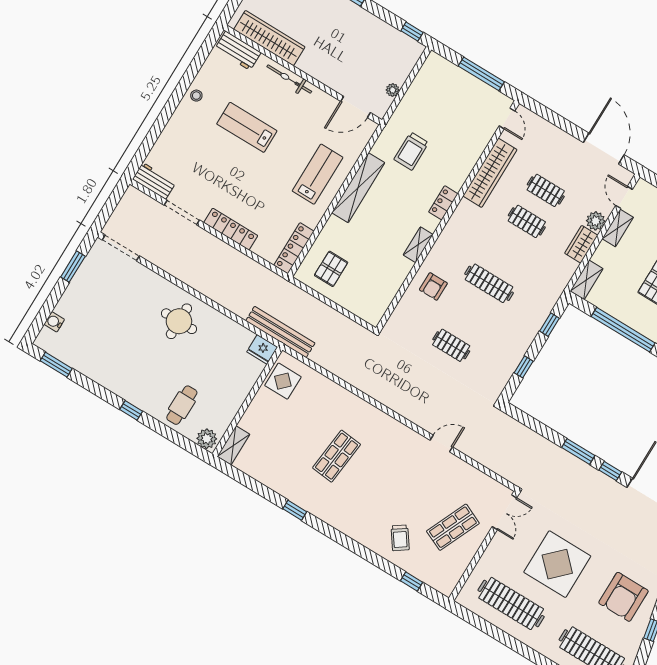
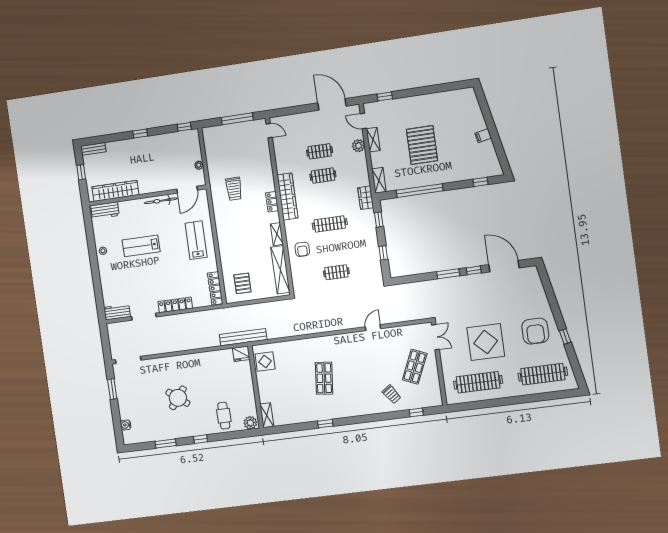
bicycle: (289, 79) -> (161, 201), moved
wardrobe: (490, 173) -> (287, 197), moved
shelving: (358, 188) -> (280, 270), moved
wardrobe: (581, 244) -> (366, 198), moved
round table: (179, 321) -> (178, 398), moved, turned 38
window: (56, 365) -> (166, 443), moved

